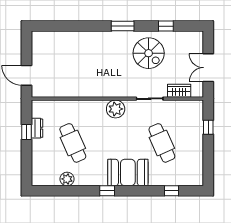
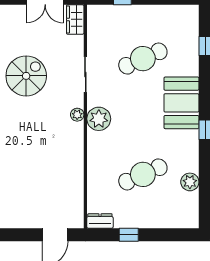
wardrobe: (179, 91) -> (75, 19), moved
plant: (119, 92) -> (77, 115), added
dresser: (37, 128) -> (100, 221), moved

